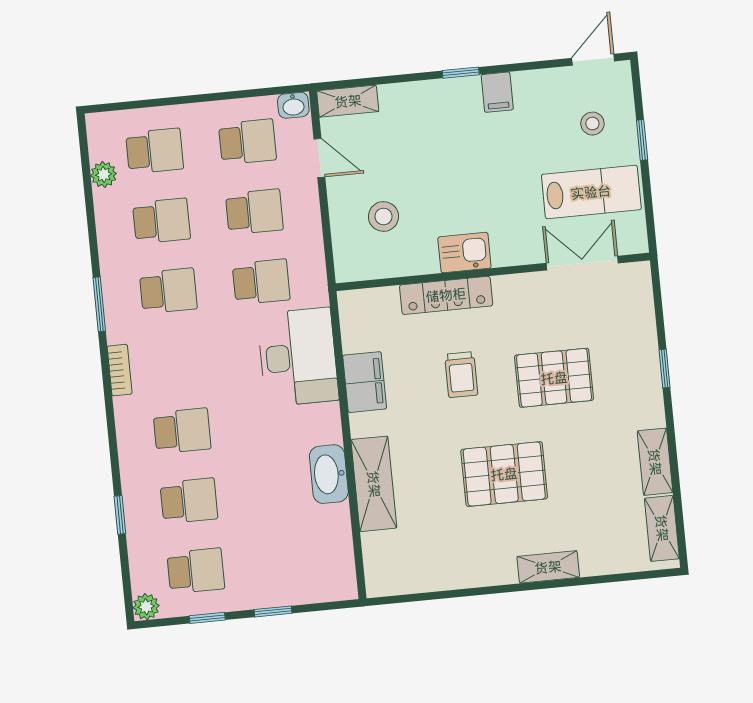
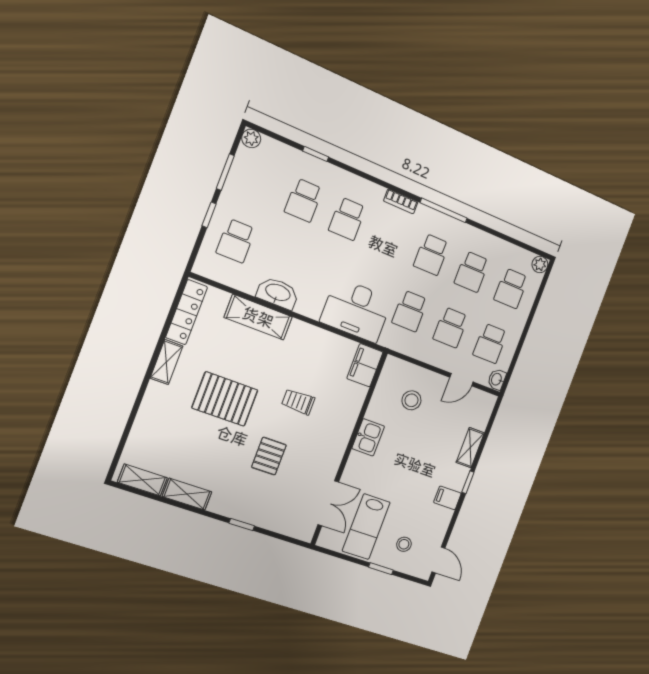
shelving: (348, 101) -> (470, 448), moved
plant: (104, 175) -> (540, 264), moved
locker: (446, 295) -> (187, 312), moved, turned 180
window: (99, 304) -> (444, 210), width x1.44
pallet: (554, 378) -> (269, 456), width x0.67, depth x0.71
filing cabinet: (365, 382) -> (365, 365), moved, turned 90
pallet: (504, 474) -> (225, 399), turned 90
shelving: (548, 567) -> (166, 362), moved
school desk: (196, 571) -> (236, 241), moved
window: (207, 618) -> (225, 172), width x1.50

